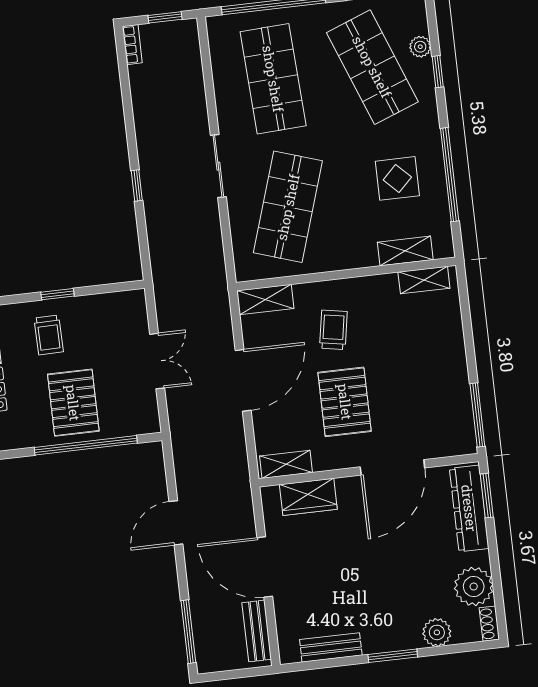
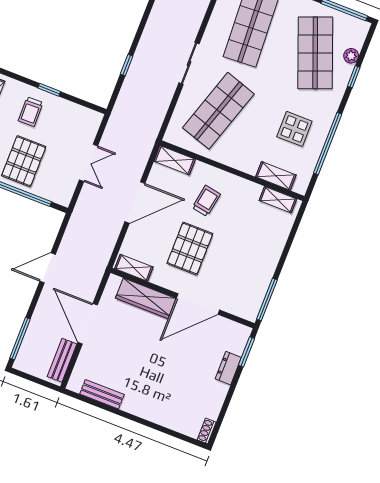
window: (137, 185) -> (127, 65), moved
wardrobe: (308, 497) -> (146, 298), width x1.50
dresser: (469, 508) -> (228, 368), width x0.51, depth x0.80
plant: (474, 586) -> (209, 403), removed
plant: (437, 632) -> (172, 419), removed
window: (393, 656) -> (137, 419), removed

